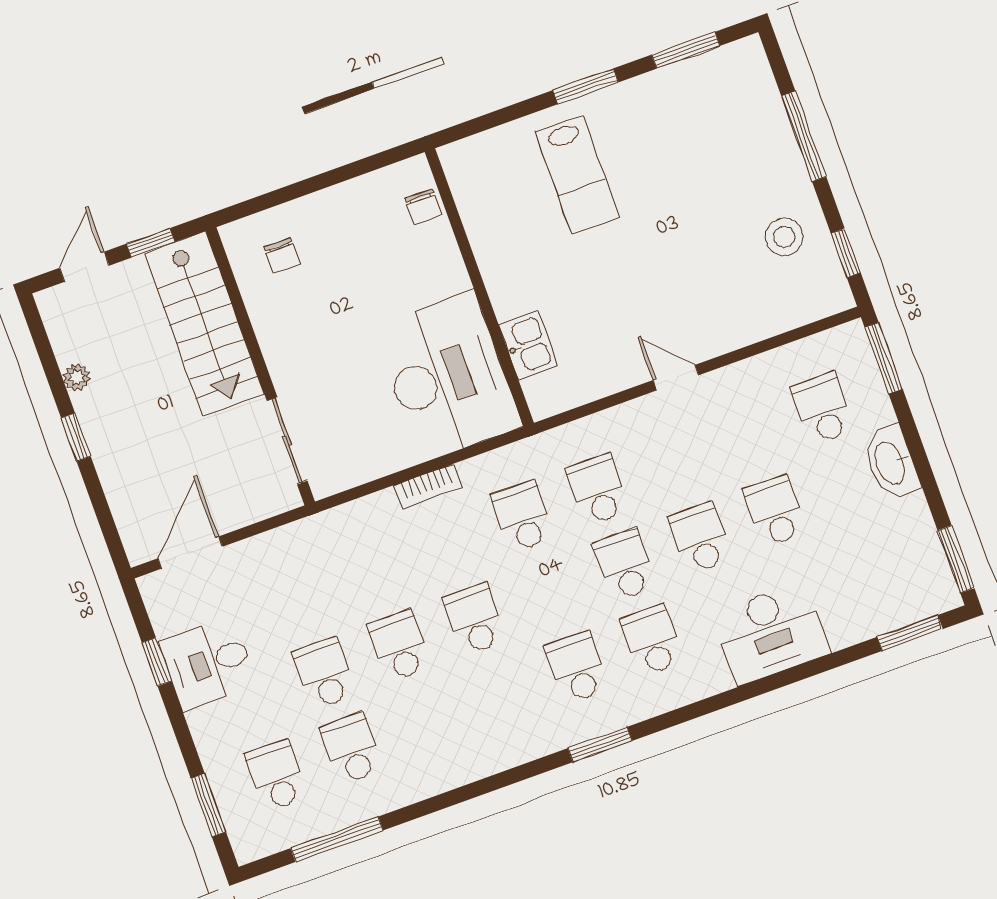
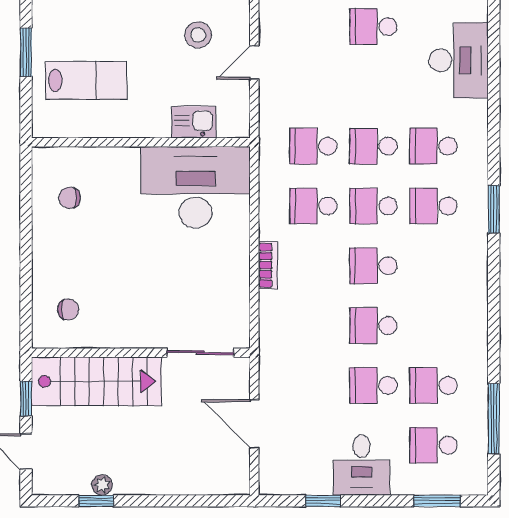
chair: (423, 207) -> (70, 198), turned 180
wall: (479, 287) -> (141, 142), moved
stool: (685, 295) -> (198, 35), added
kitchen sink: (528, 345) -> (194, 122), moved
desk: (447, 377) -> (196, 187), moved
window: (76, 437) -> (96, 501), moved
school desk: (700, 538) -> (373, 206), moved
door: (190, 553) -> (254, 424), moved
desk: (208, 663) -> (362, 465), moved

